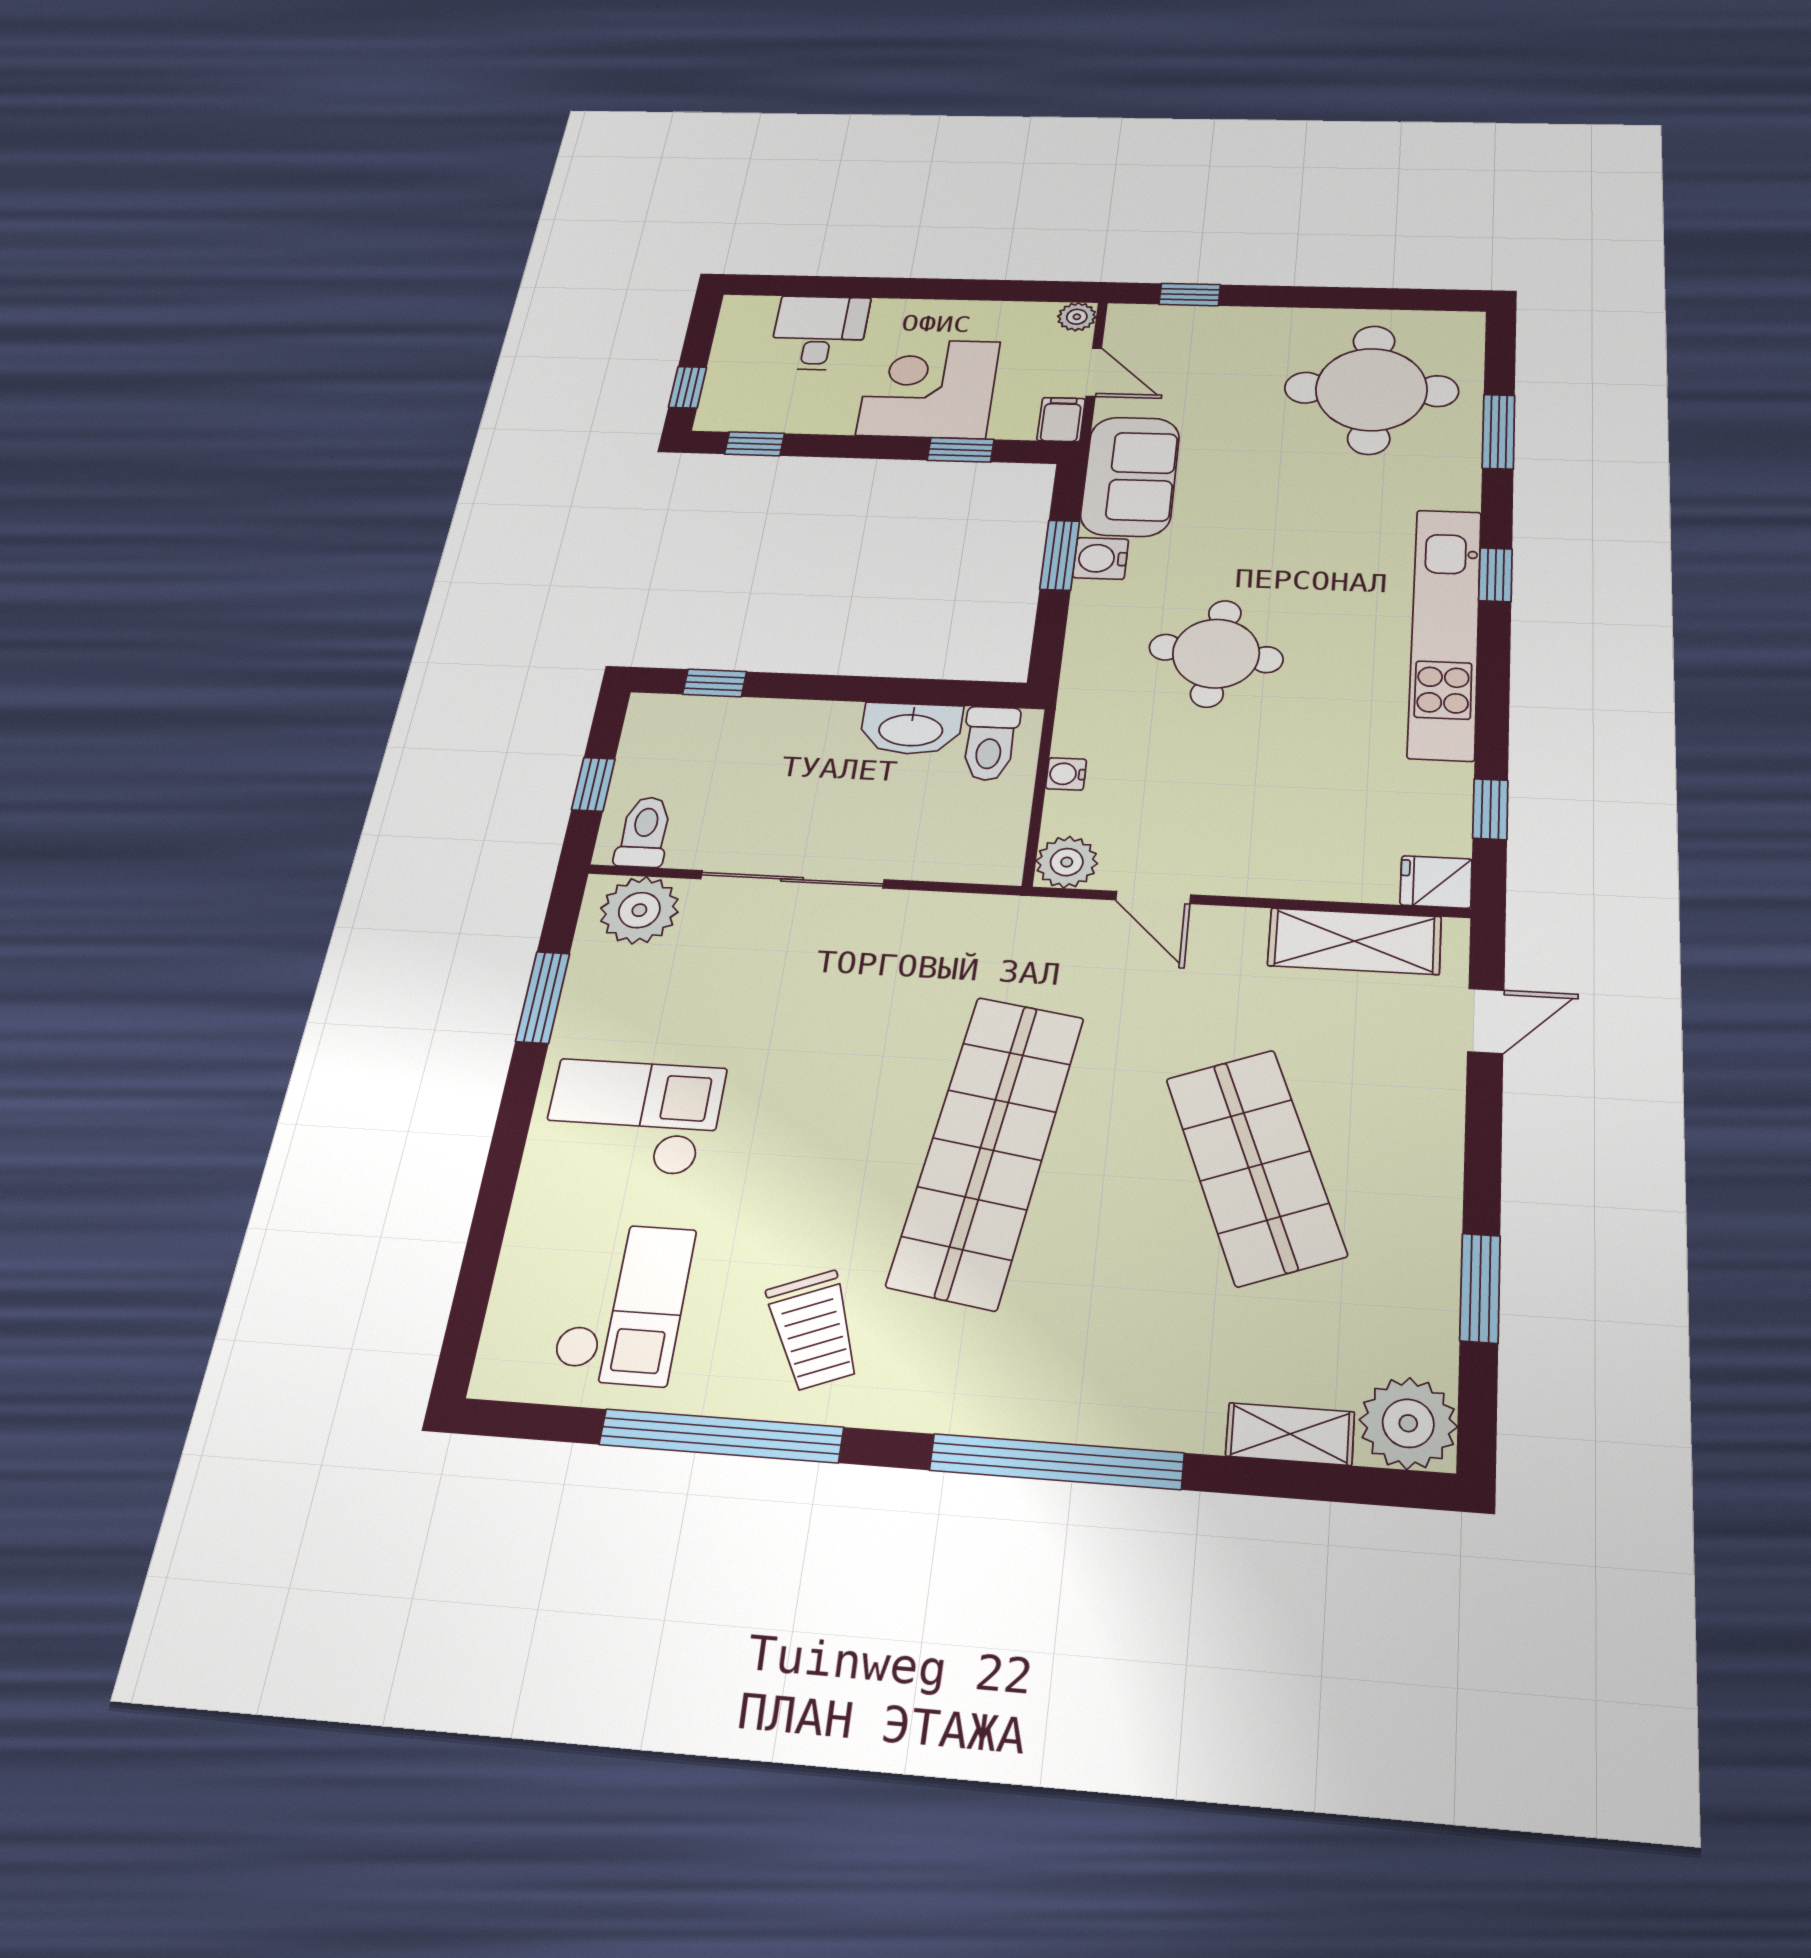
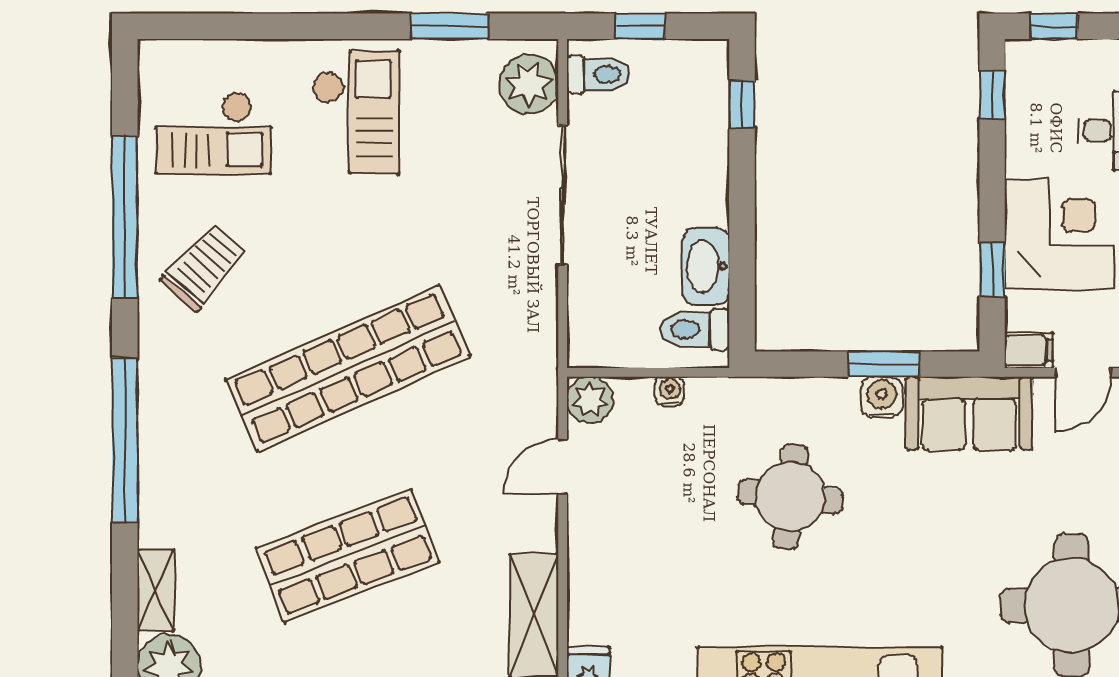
shop shelf: (987, 1149) -> (348, 368), turned -33
trolley: (813, 1330) -> (204, 267), turned 153

